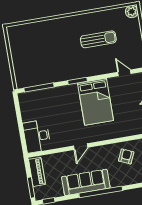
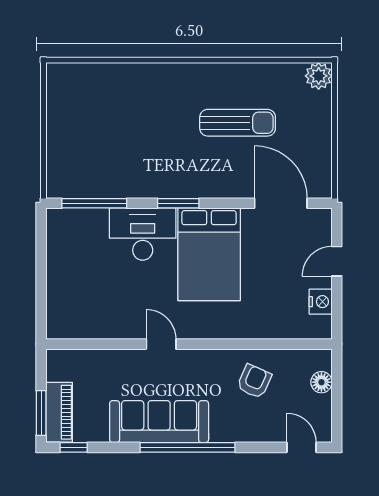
door: (124, 73) -> (281, 203), width x1.88
desk: (37, 136) -> (143, 234), moved, turned 90
door: (81, 147) -> (161, 344), swing flipped
piano: (37, 172) -> (59, 412), moved

